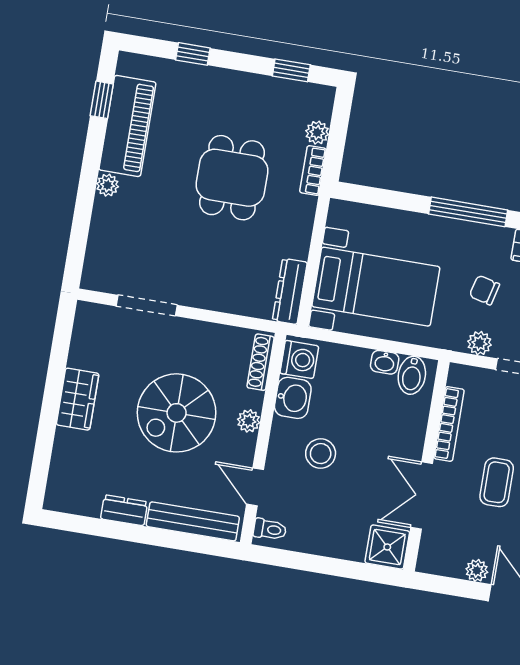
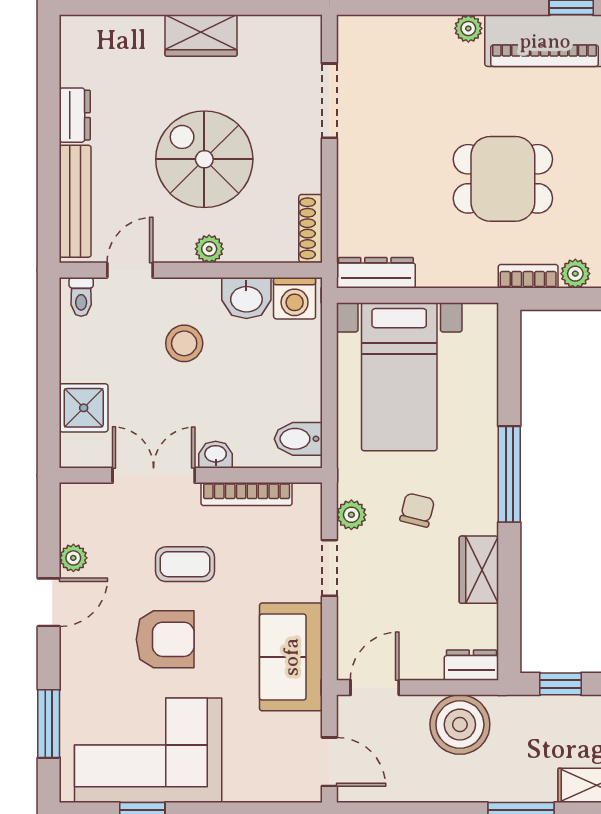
shoe rack: (261, 362) -> (311, 228), moved, turned -90
washbasin: (385, 362) -> (216, 455), moved, turned 90
shower: (387, 547) -> (84, 408), moved

